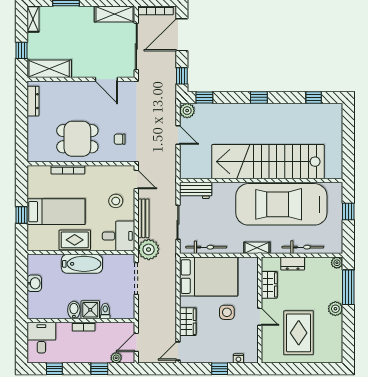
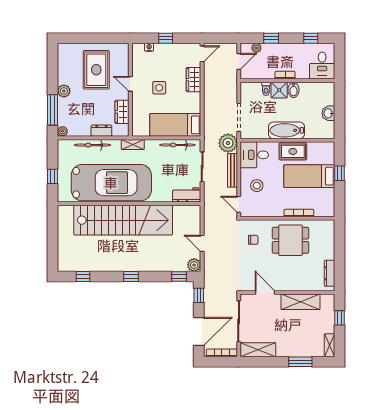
shelving: (49, 69) -> (301, 302), moved
bed: (209, 277) -> (175, 125), width x0.67

